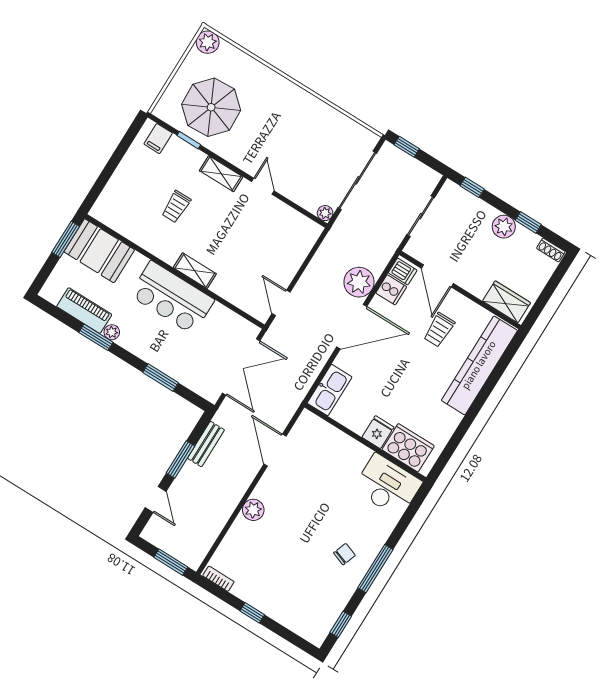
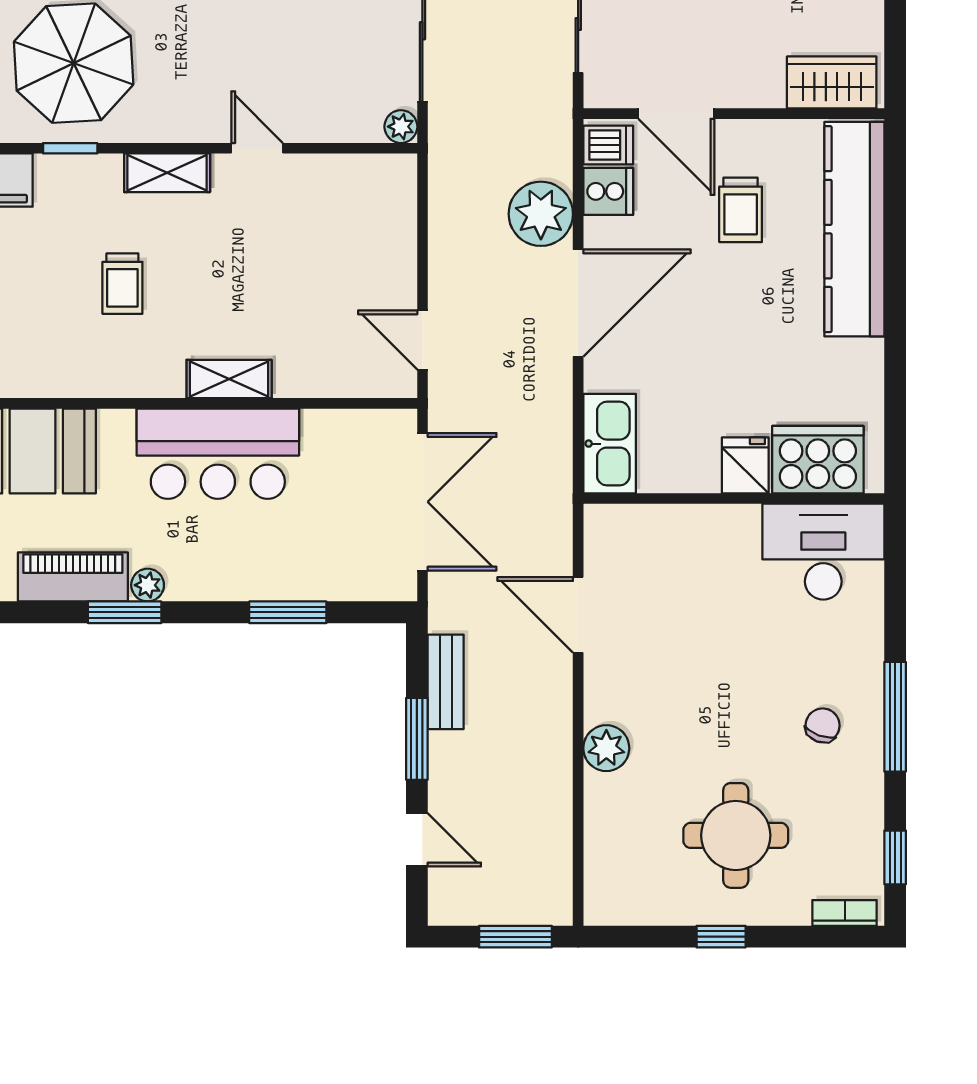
round table: (283, 576) -> (736, 835), added
bookcase: (218, 579) -> (845, 913), moved

